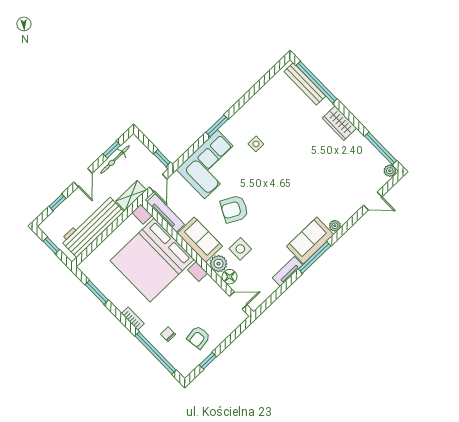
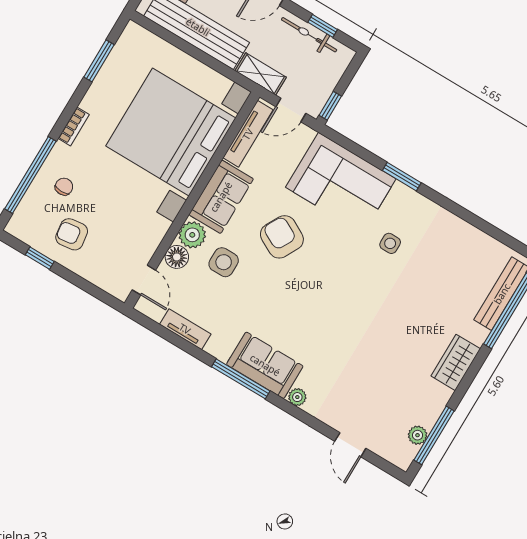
plant: (390, 171) -> (418, 435), moved
tv unit: (287, 271) -> (185, 329), moved

